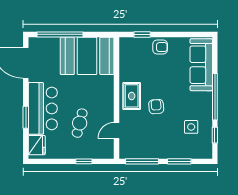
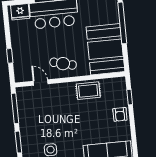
rug: (132, 96) -> (88, 91), moved
armchair: (156, 107) -> (66, 116), removed
cafe table: (80, 123) -> (63, 64), moved

